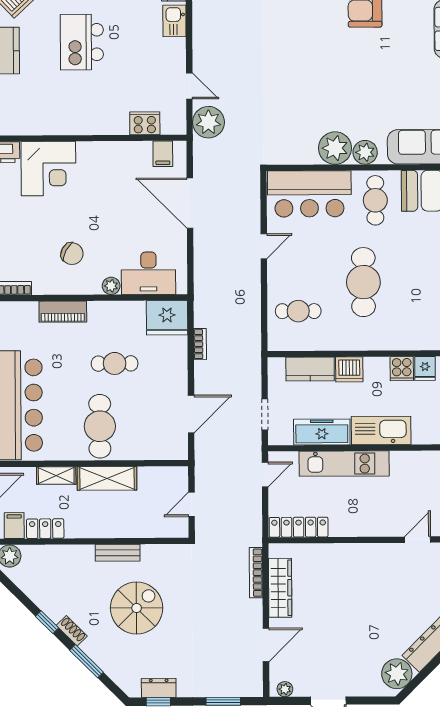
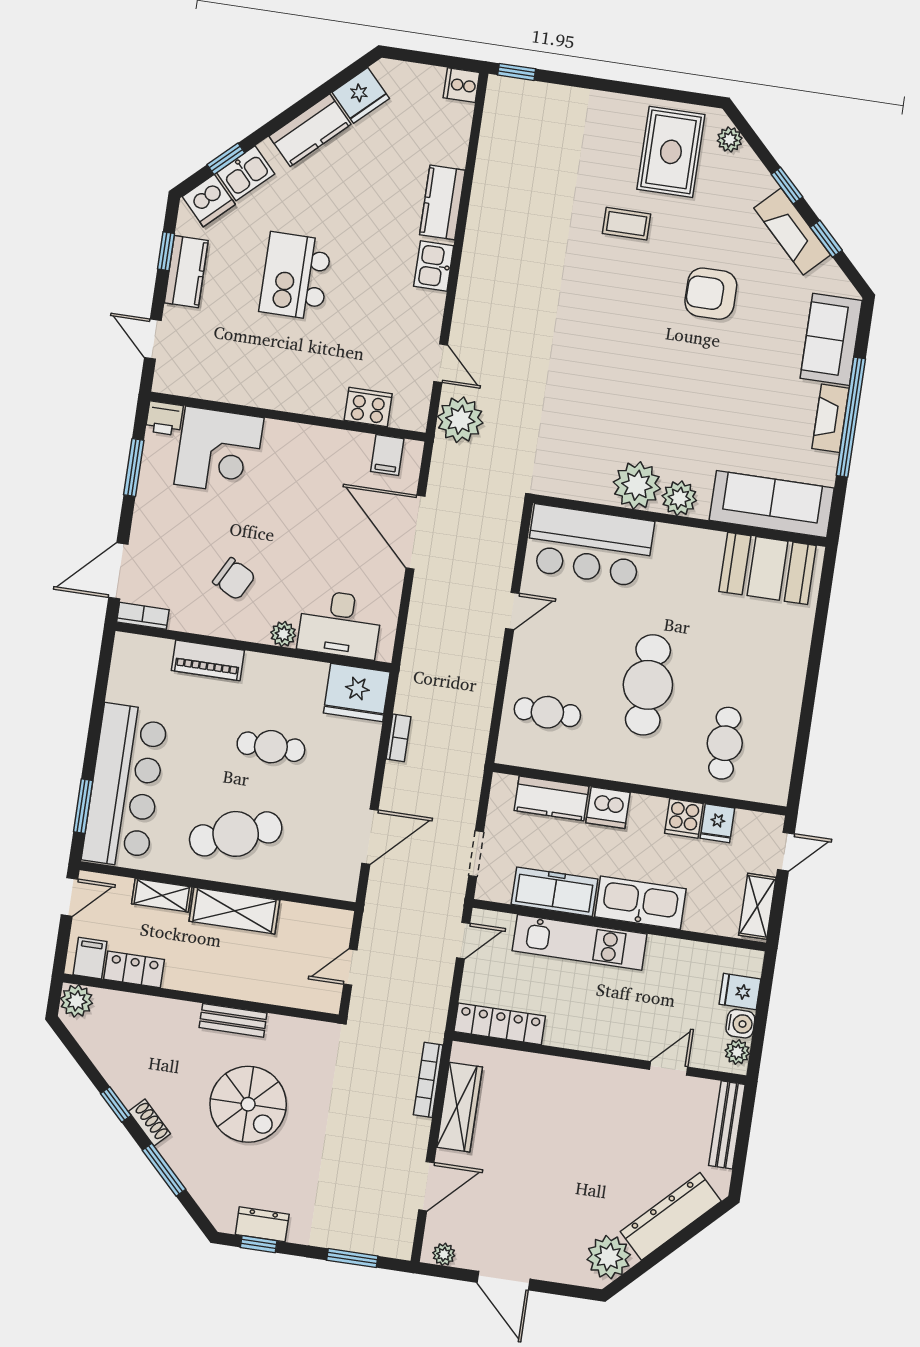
cafe table: (375, 200) -> (725, 743), moved
cafe table: (100, 426) -> (236, 834), turned 70
spiral stairs: (137, 608) -> (248, 1104), turned 90

